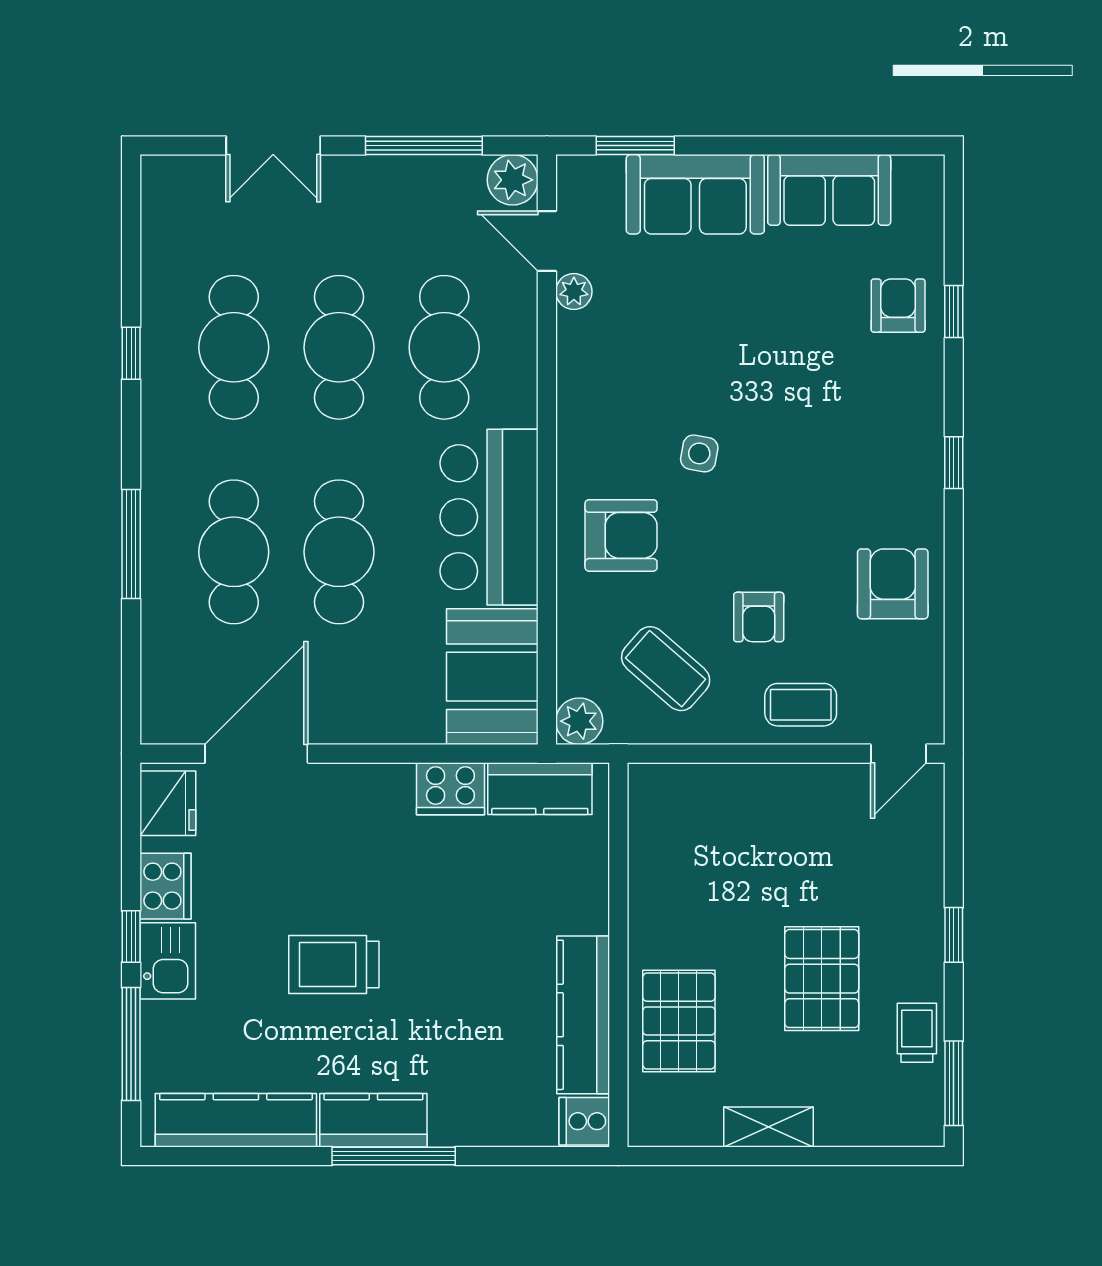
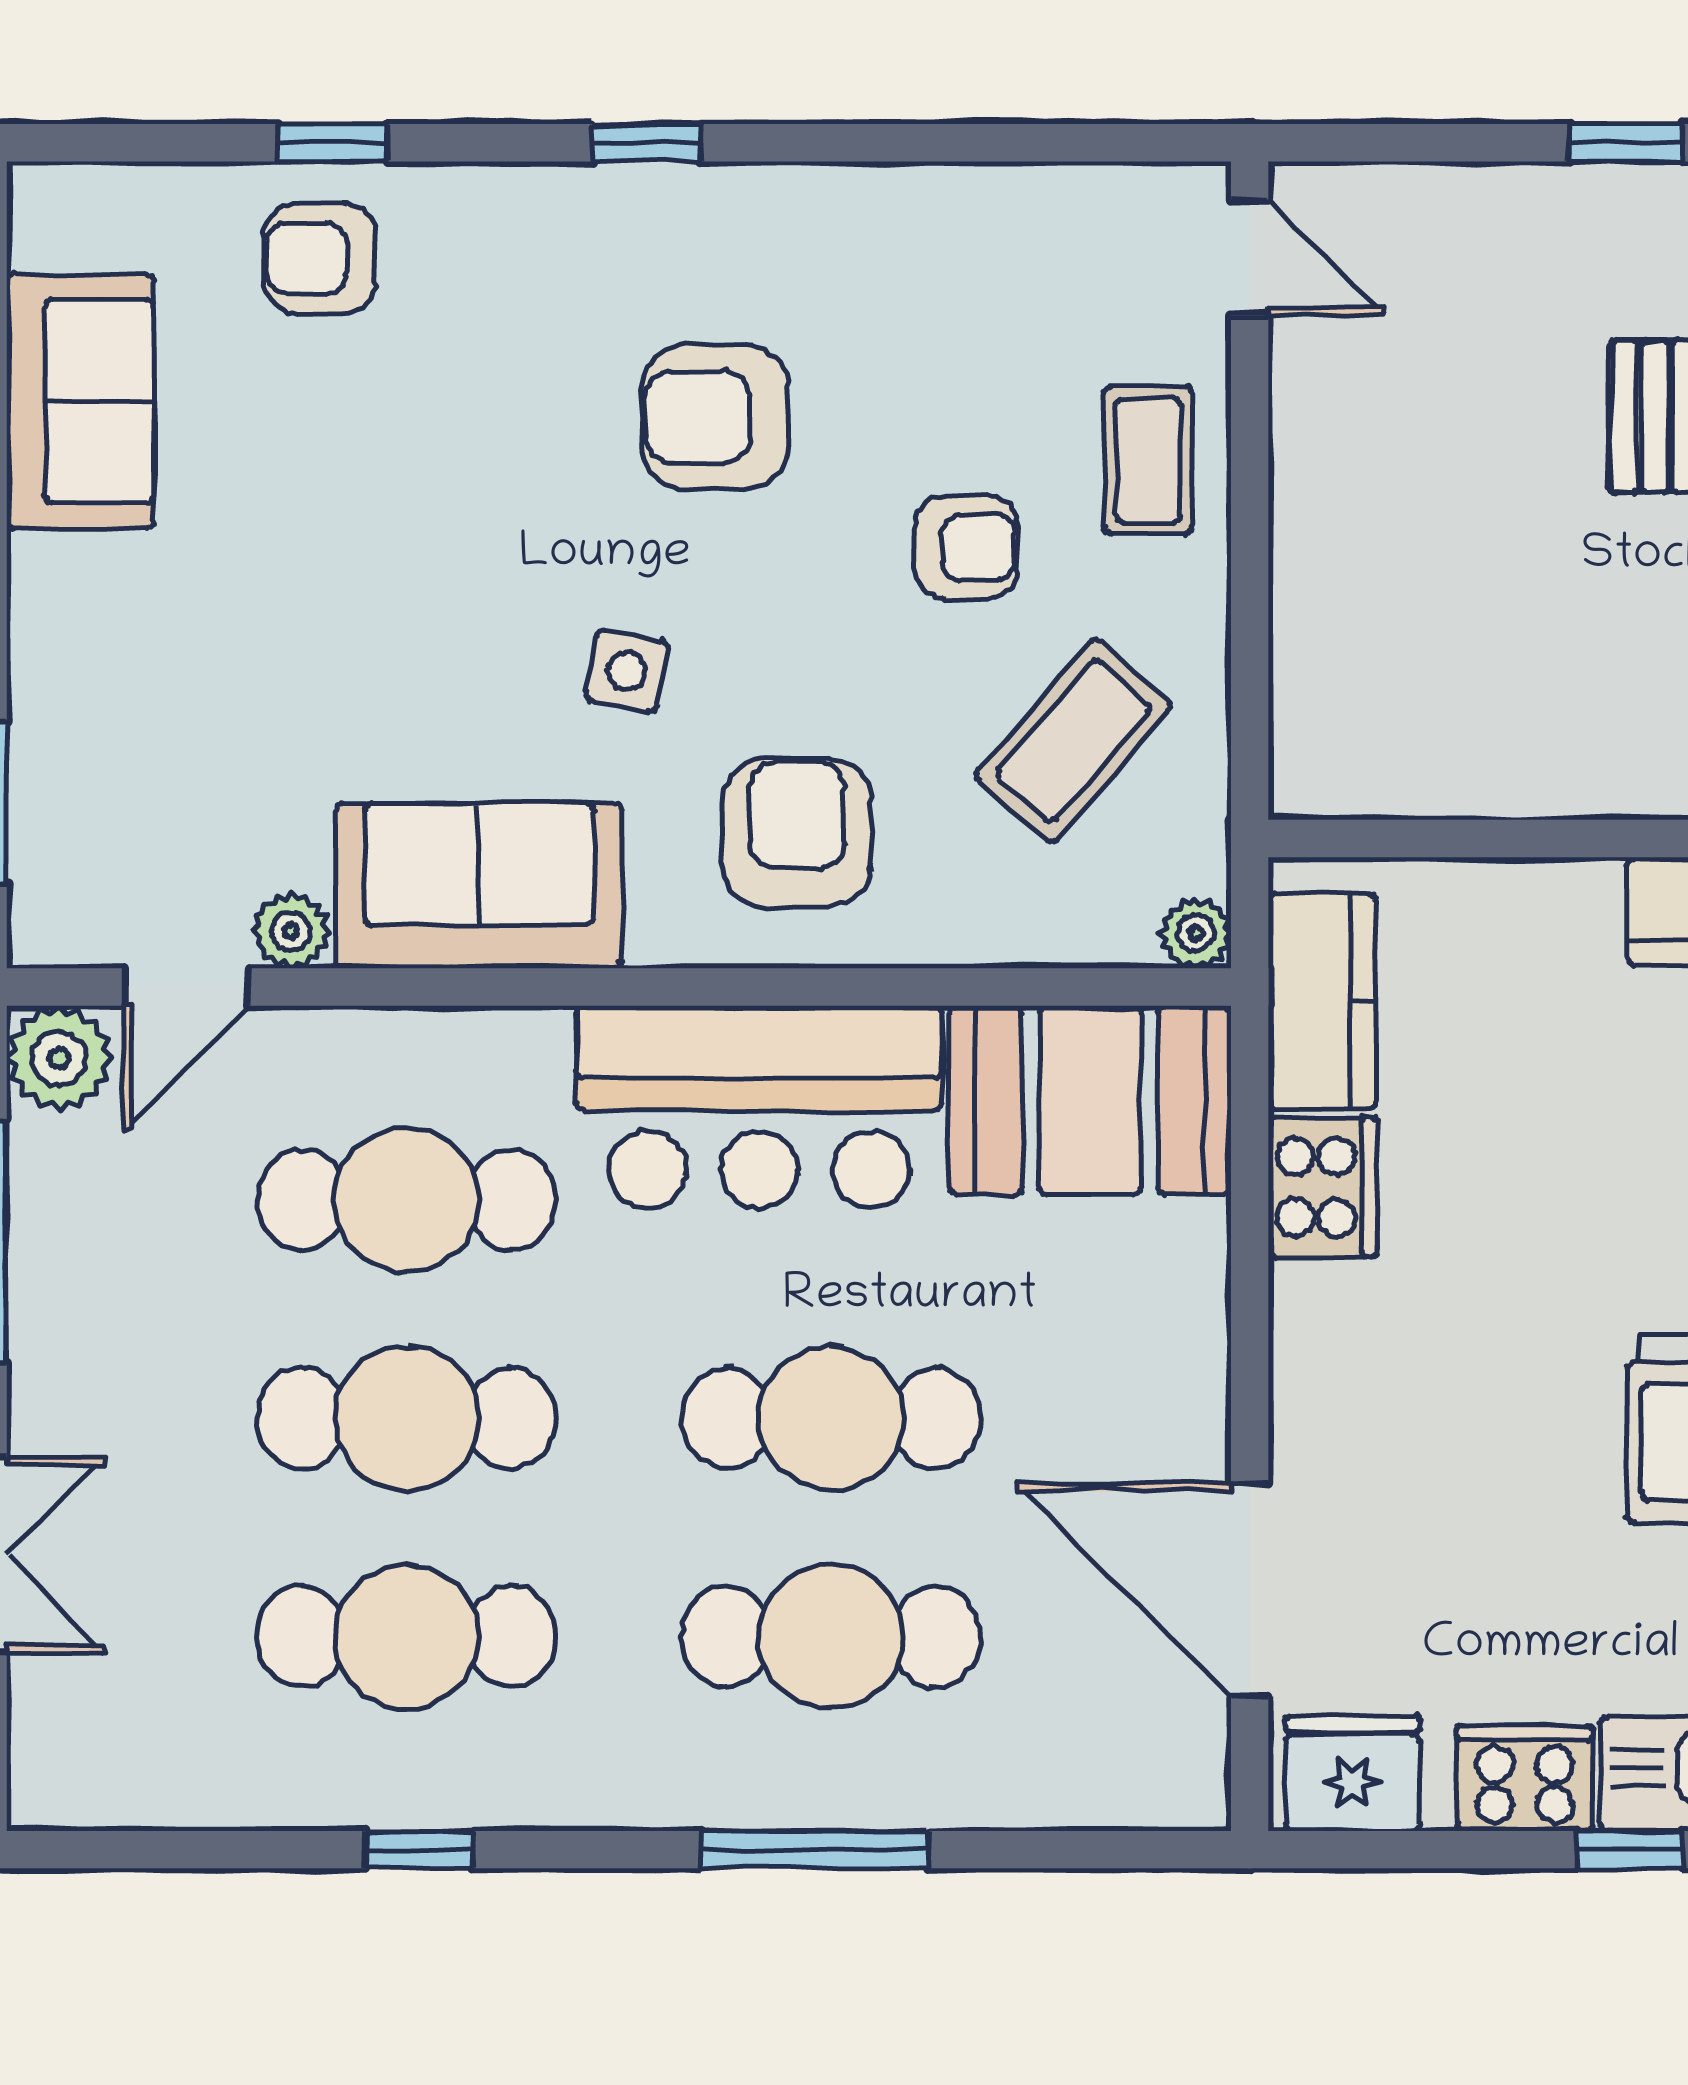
sofa: (695, 194) -> (479, 886), moved, turned -90
armchair: (893, 584) -> (715, 417), moved
plant: (579, 721) -> (1196, 933), width x0.73, depth x0.73

